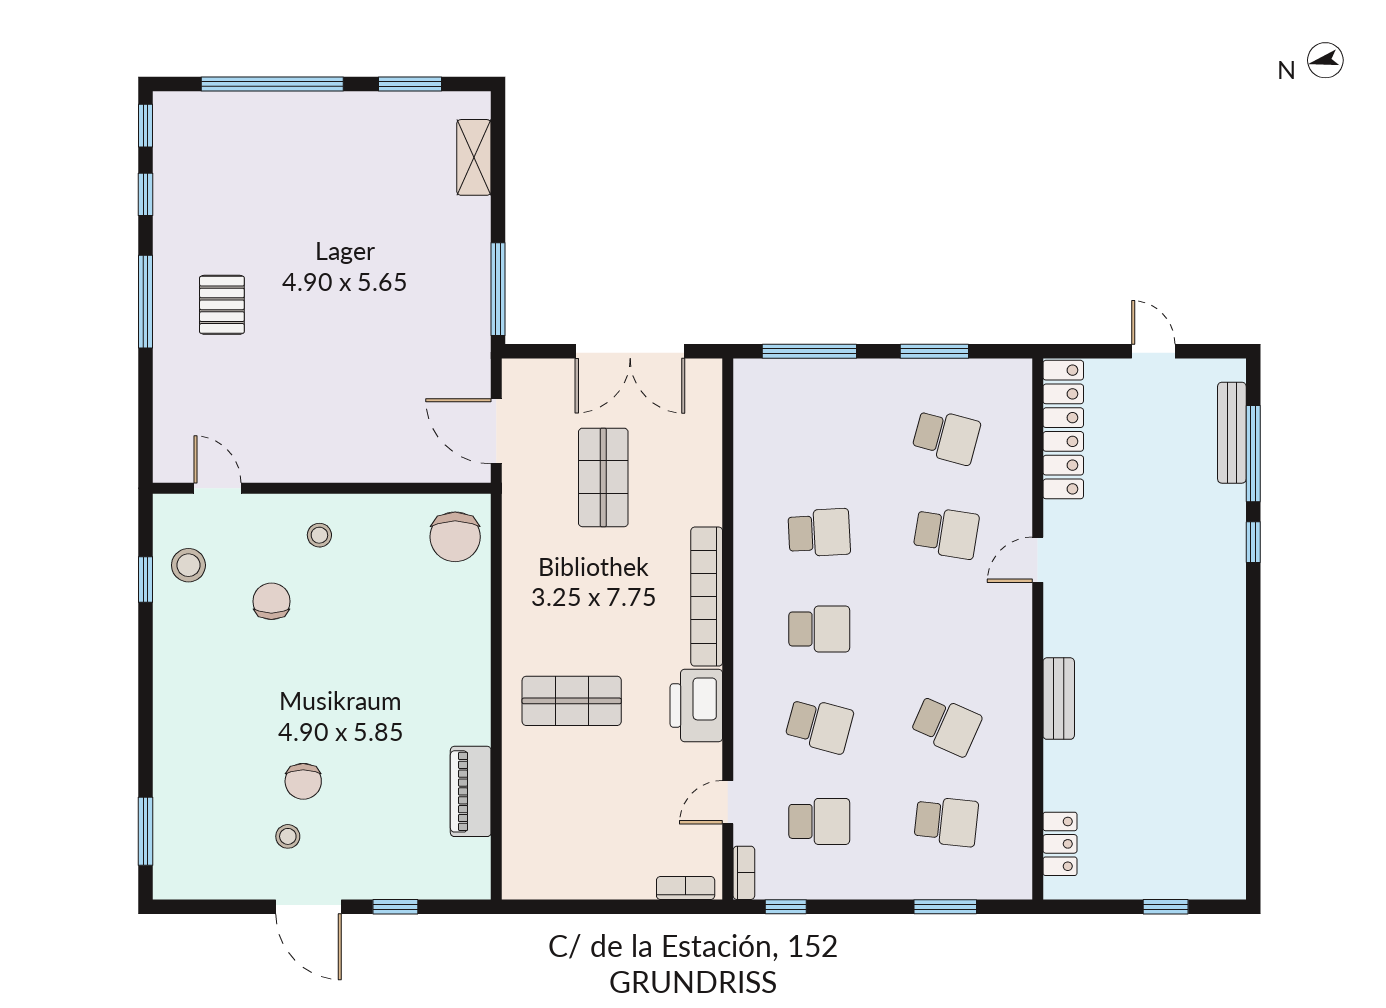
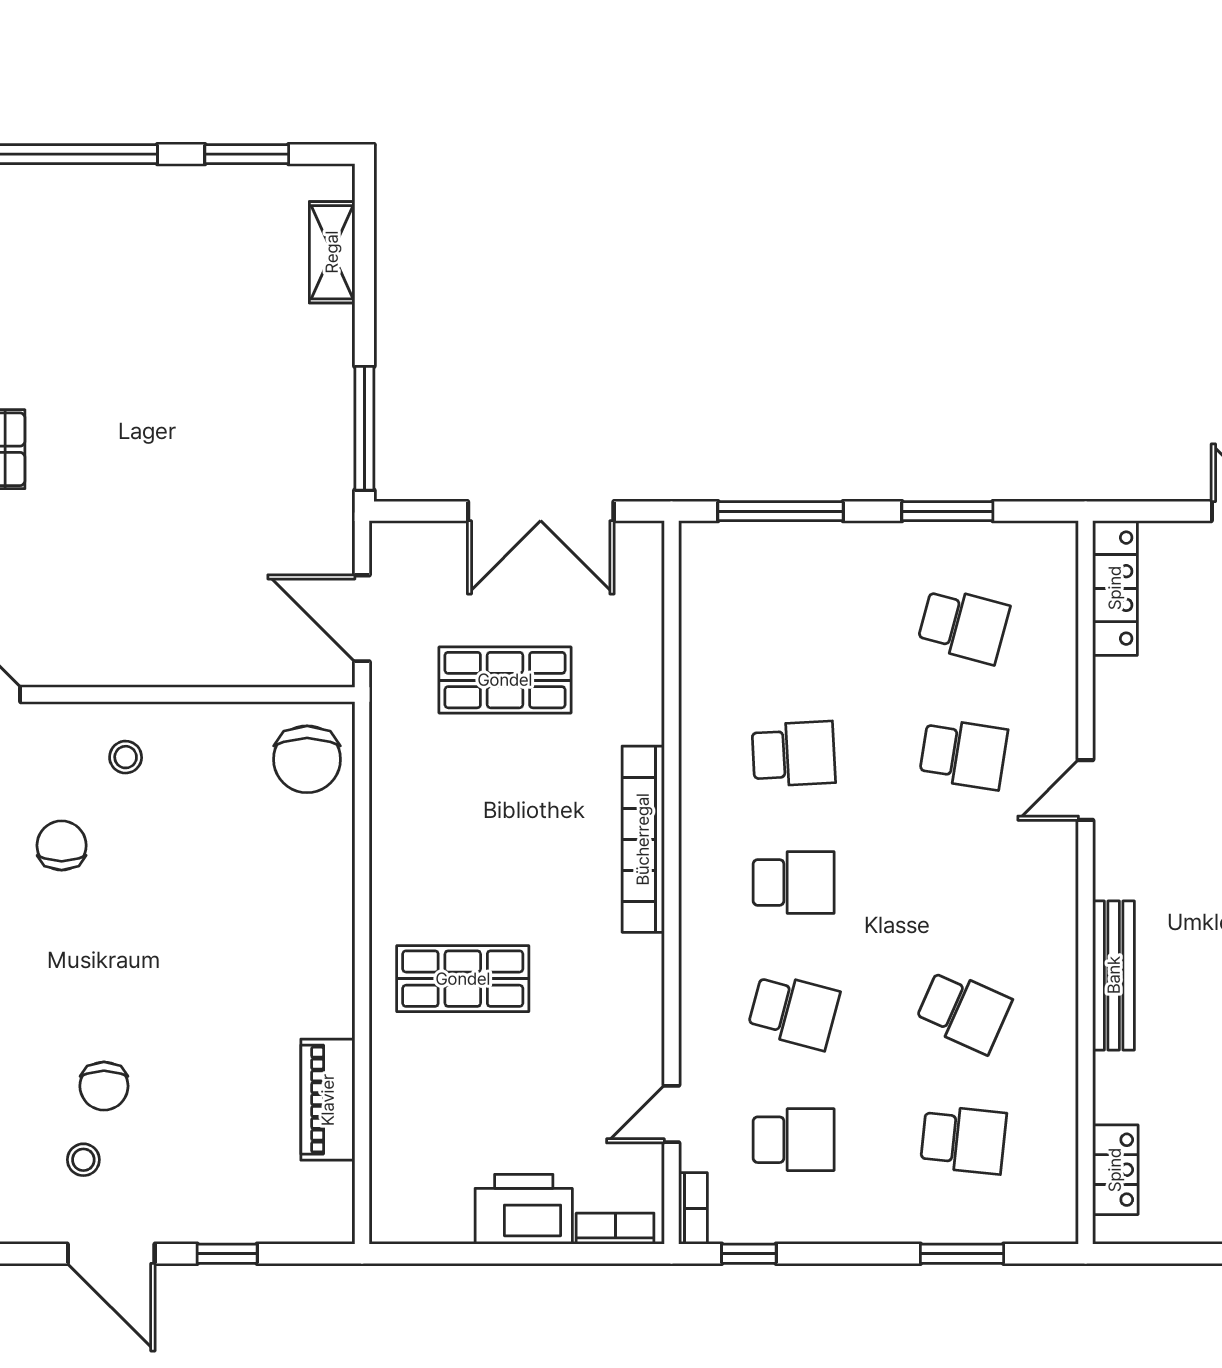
locker: (1063, 430) -> (1115, 588), width x0.71, depth x0.83
shop shelf: (603, 477) -> (505, 680), turned 90
bench: (1059, 699) -> (1114, 975), width x1.36
printer: (696, 705) -> (524, 1209), moved, turned 90

